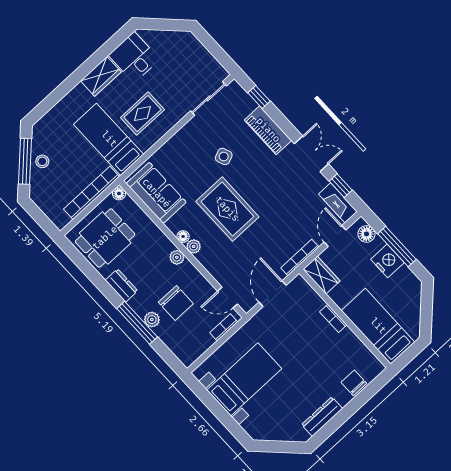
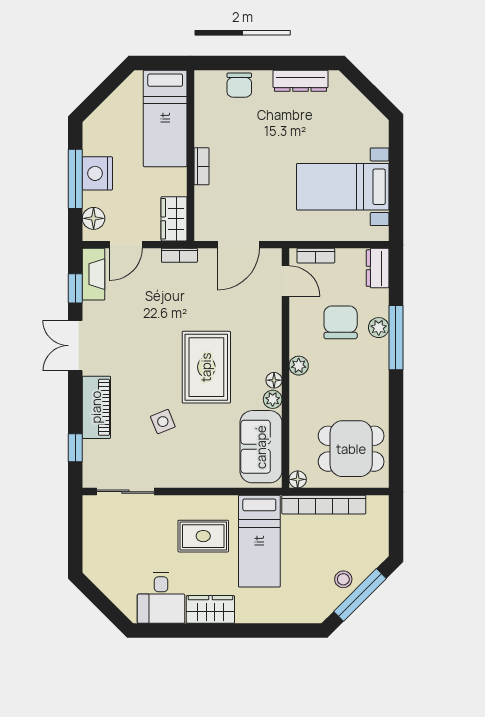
plant: (194, 246) -> (273, 399), moved
bookcase: (300, 257) -> (179, 255), width x0.64
dresser: (122, 285) -> (378, 268), moved

